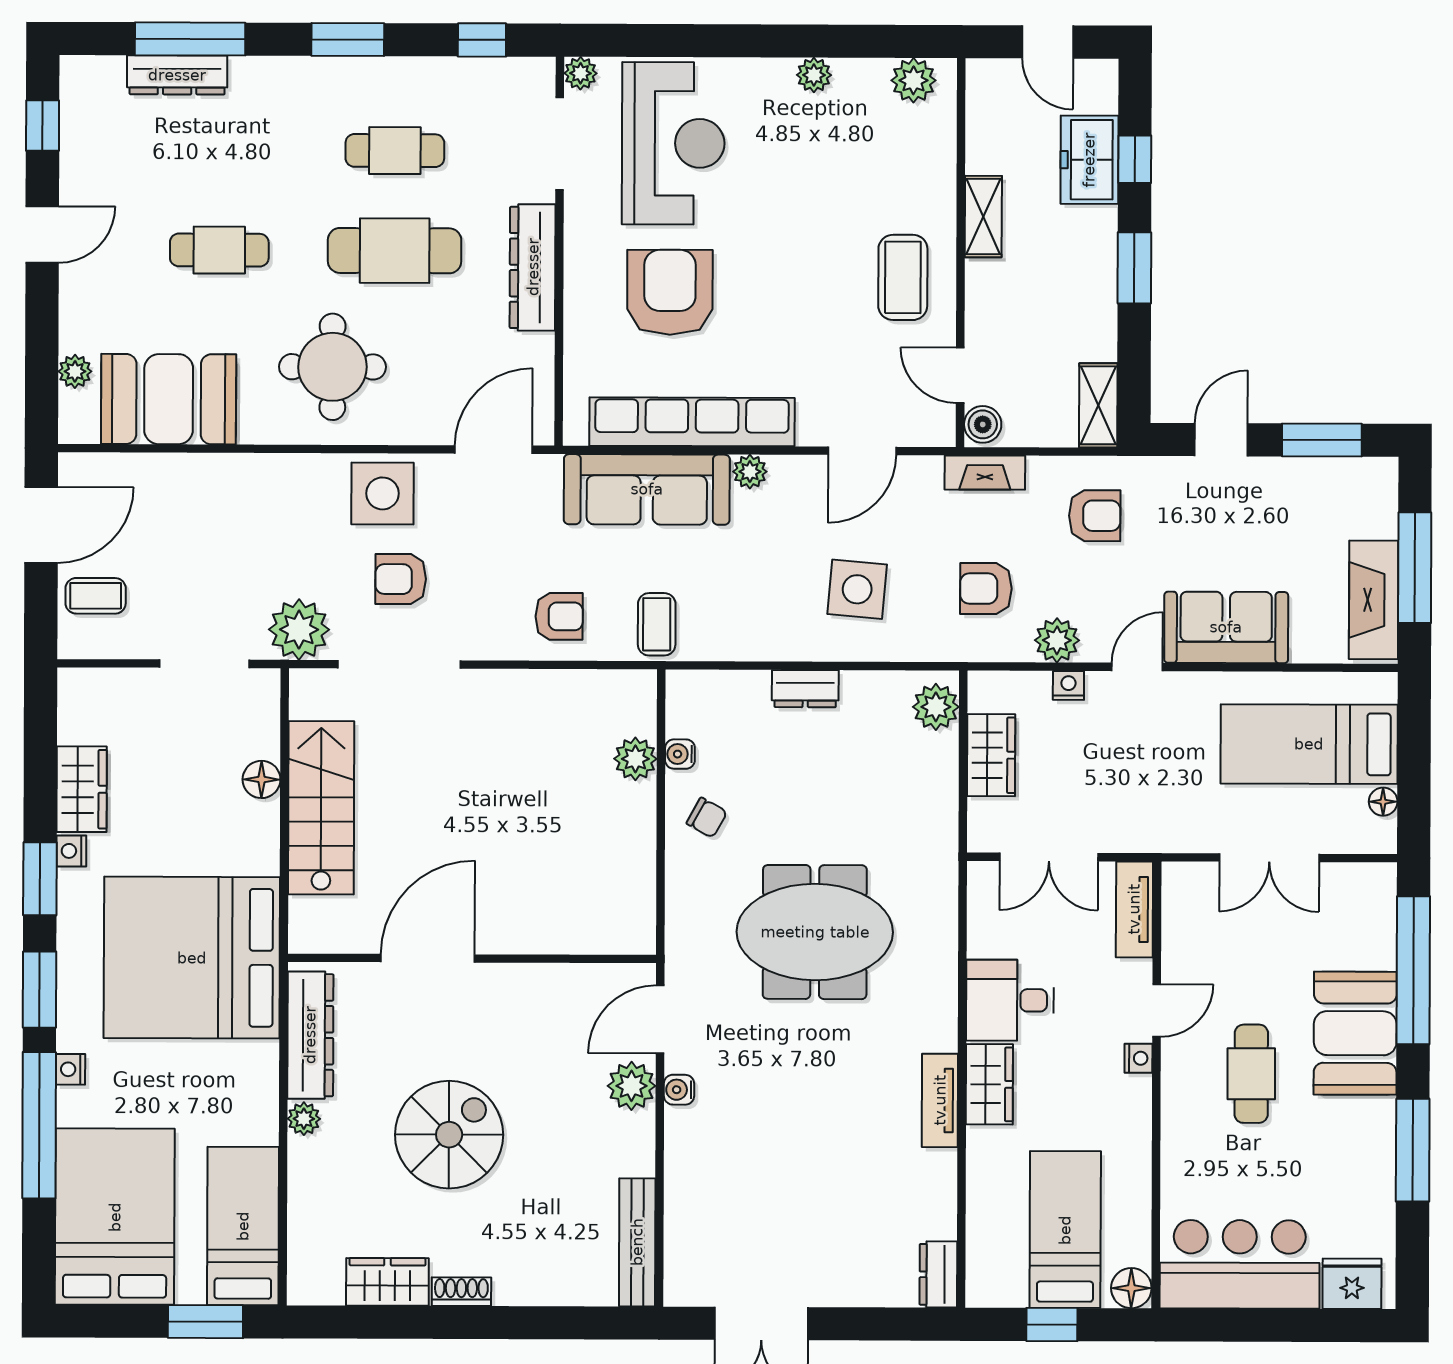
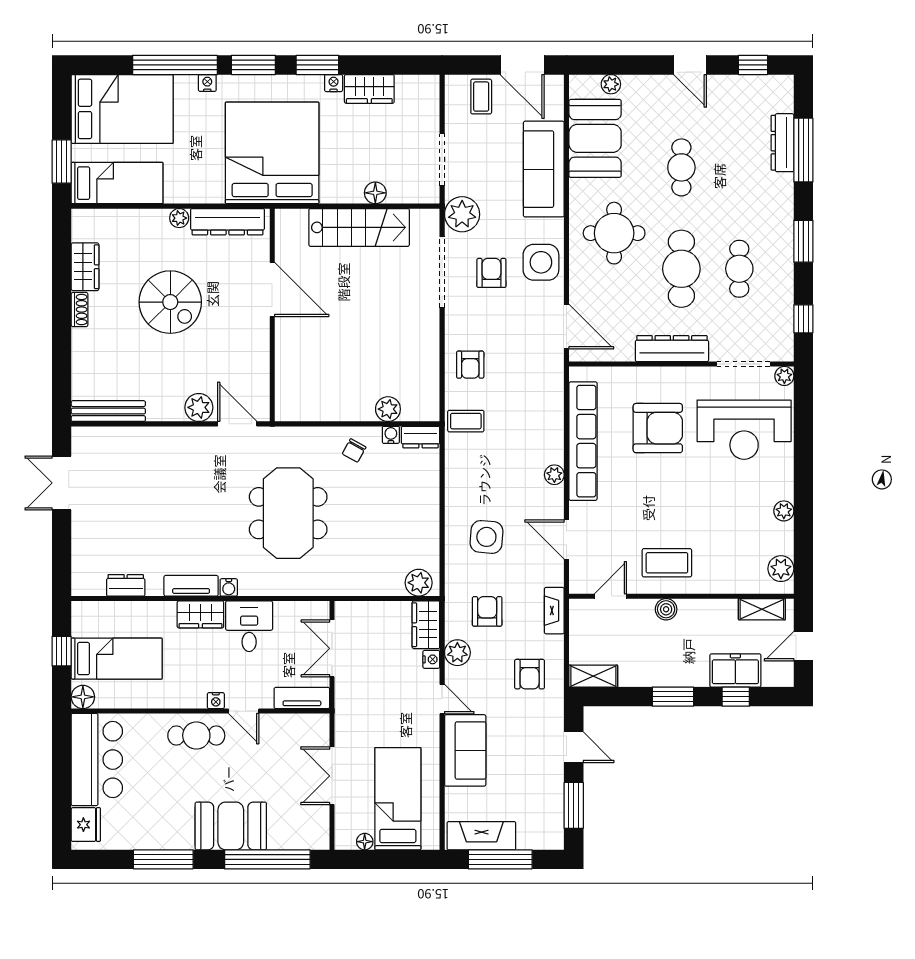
shelving: (983, 217) -> (762, 609), moved
boiler: (983, 424) -> (666, 609), moved
sofa: (647, 489) -> (544, 169), moved
dresser: (805, 689) -> (421, 437), moved, turned -90
wardrobe: (991, 755) -> (426, 625), moved, turned 90
cafe table: (1251, 1074) -> (196, 736), moved
water cooler: (679, 1090) -> (229, 587), moved, turned 180
dresser: (938, 1274) -> (126, 585), moved

